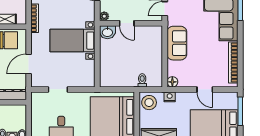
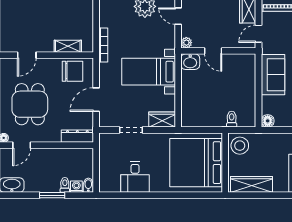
wardrobe: (84, 81) -> (162, 120), added
nightstand: (170, 97) -> (264, 139), removed

